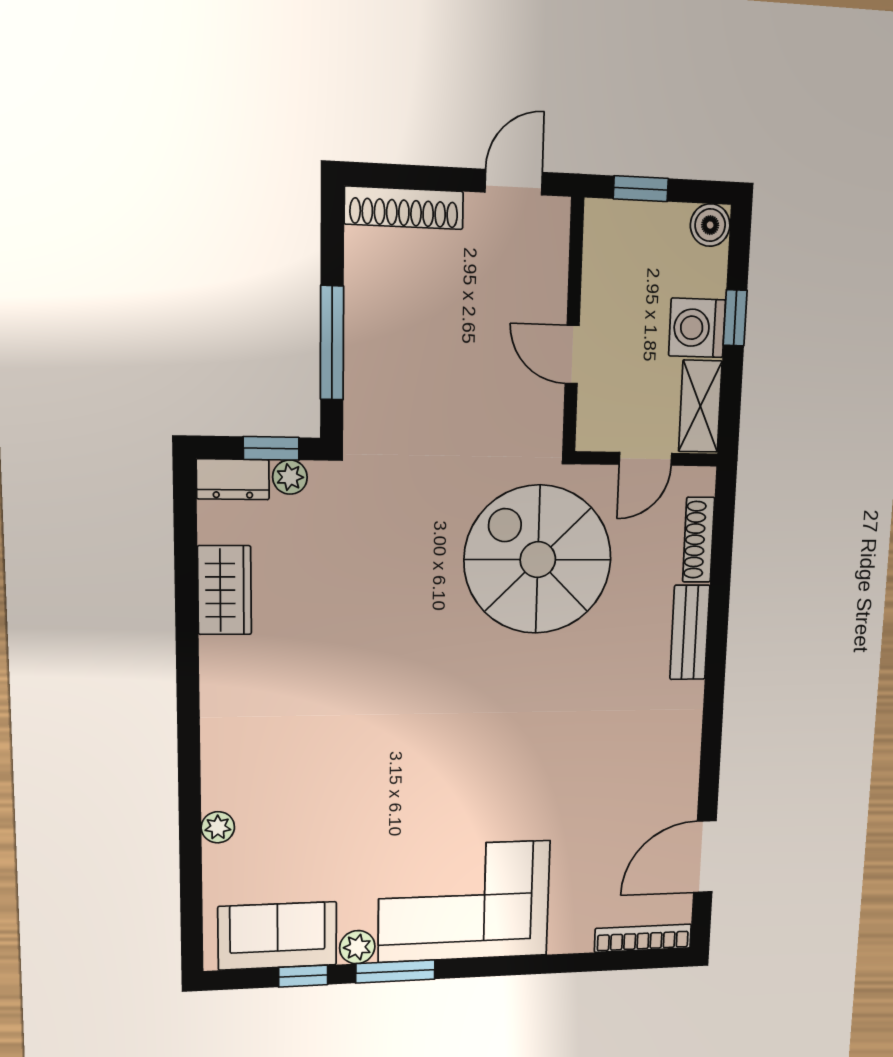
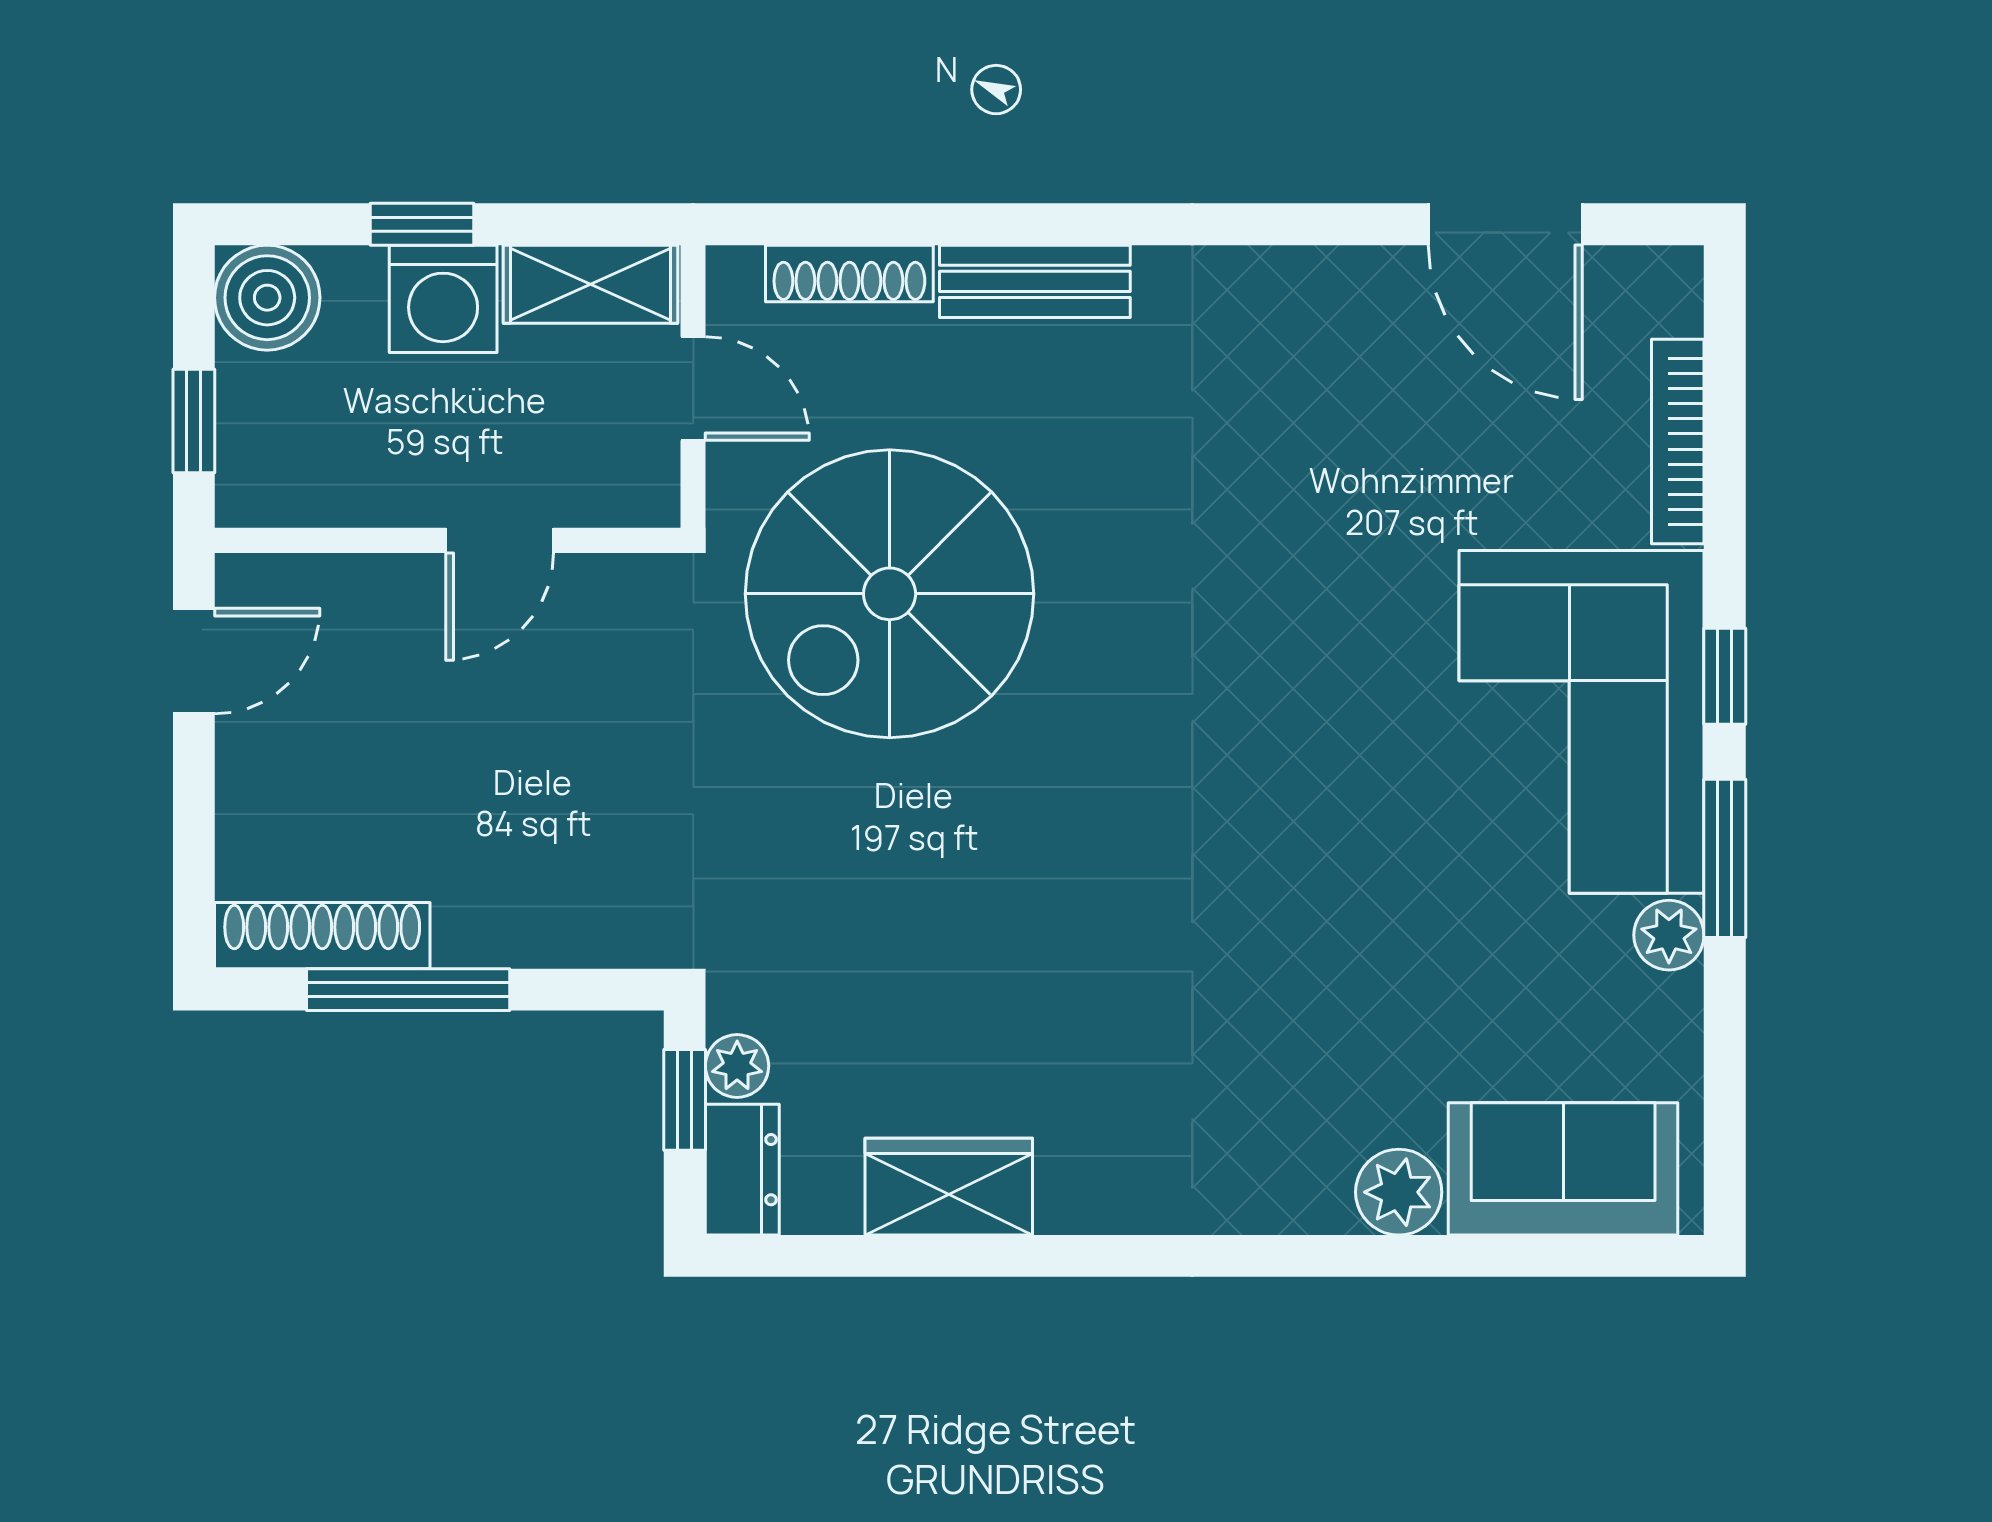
door: (514, 182) -> (194, 661), swing flipped
shoe rack: (404, 208) -> (322, 936), moved, turned -90
boiler: (710, 225) -> (267, 298), width x1.36, depth x1.36
window: (332, 343) -> (408, 990), moved
plant: (218, 827) -> (1399, 1192), width x1.38, depth x1.38
sofa: (278, 936) -> (1563, 1169), moved, turned 90
bookcase: (643, 938) -> (1678, 441), moved
window: (303, 976) -> (1725, 676), moved

